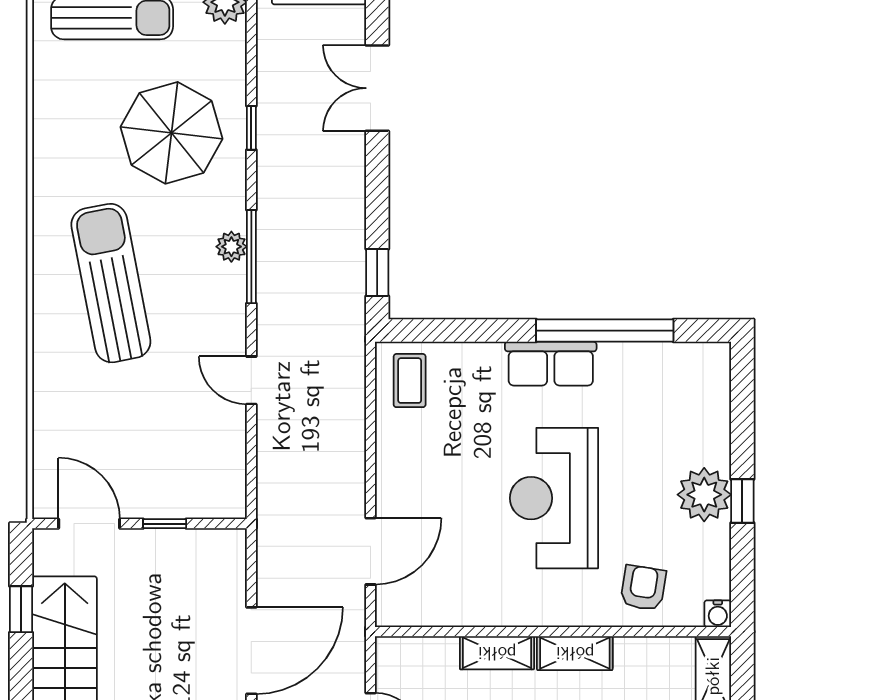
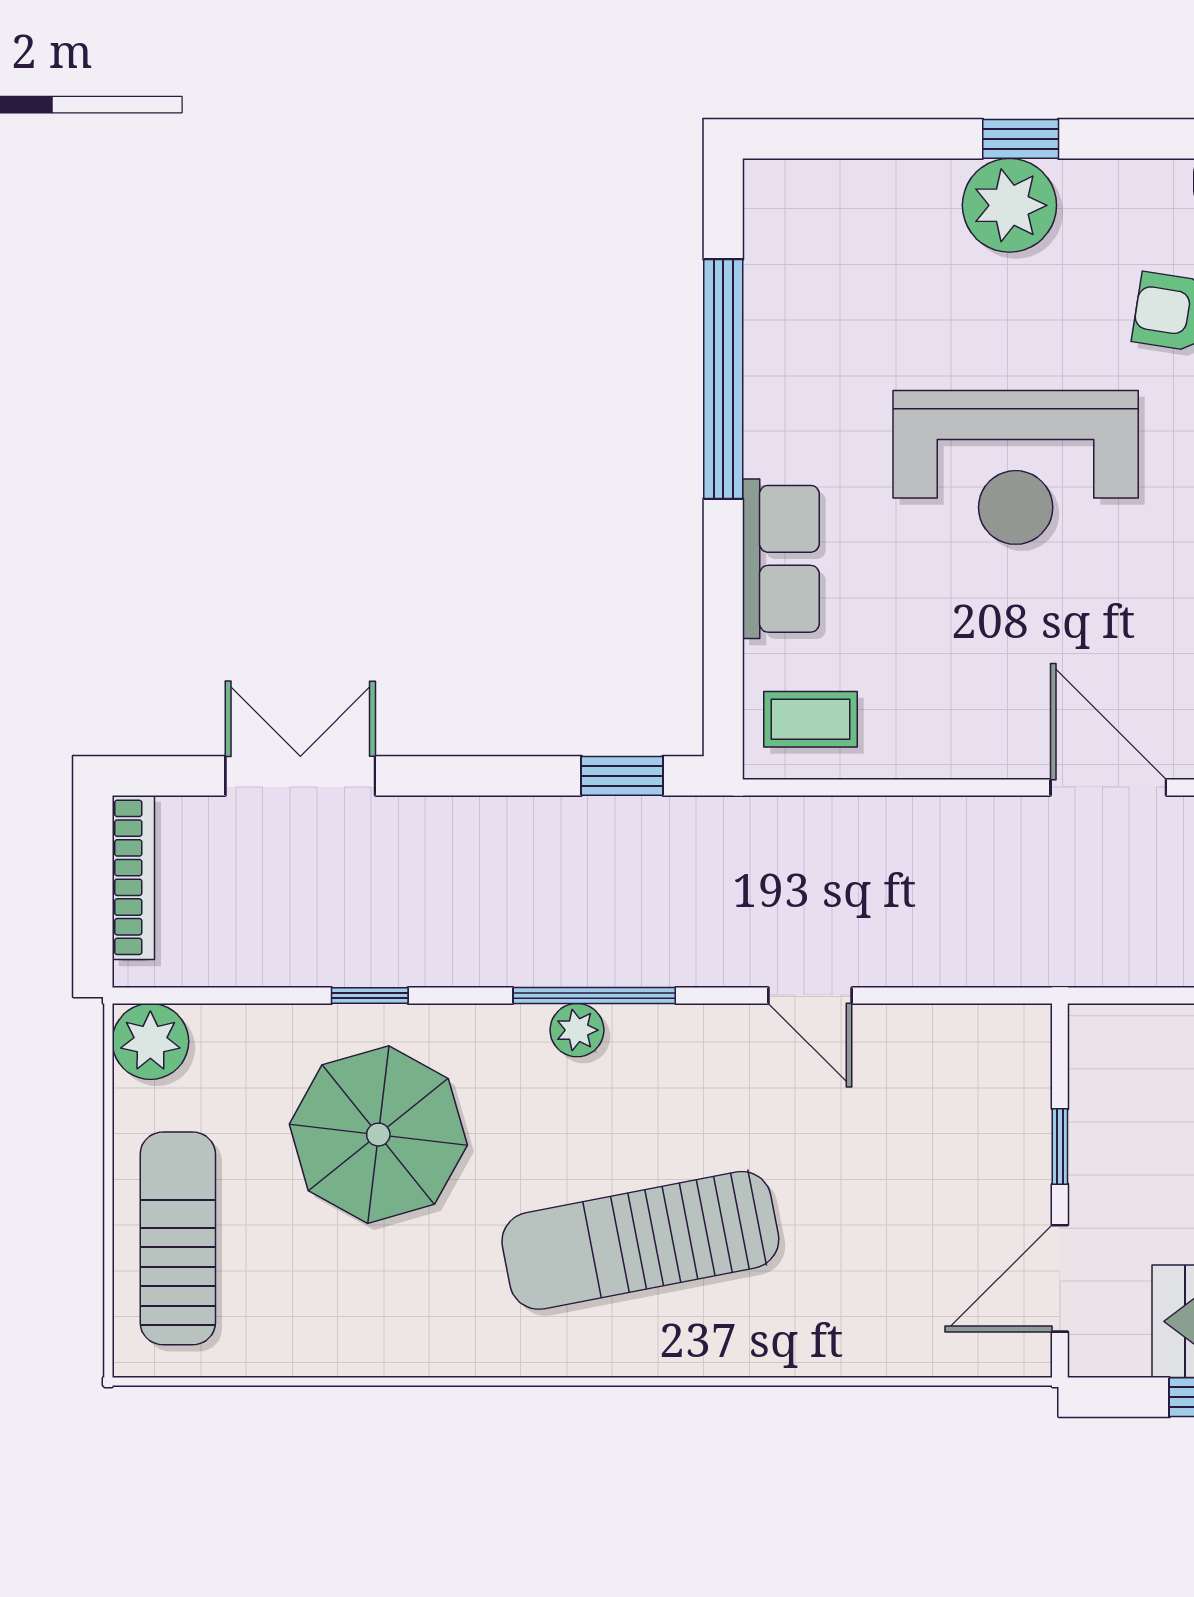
double door: (377, 88) -> (300, 776), swing flipped
row of seats: (551, 364) -> (781, 559), moved
door: (251, 380) -> (810, 995), hinge flipped

